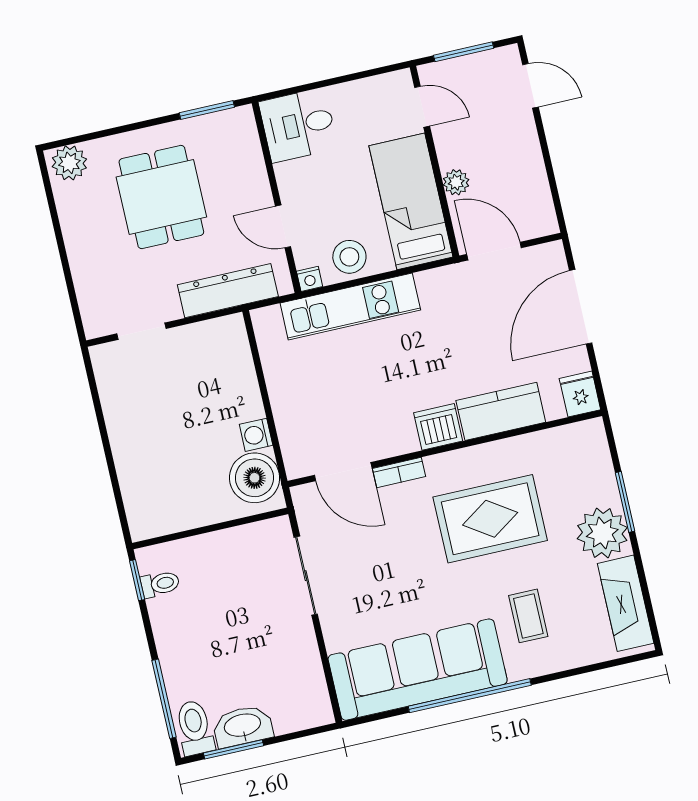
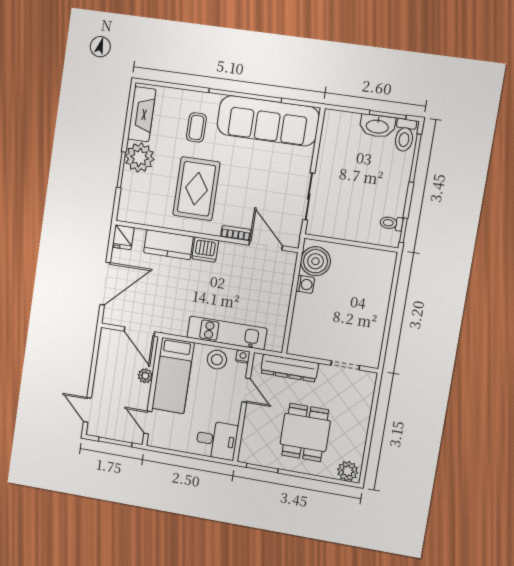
rug: (490, 519) -> (196, 189), turned 90

